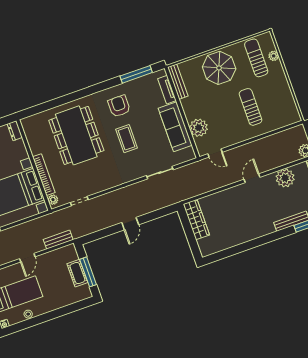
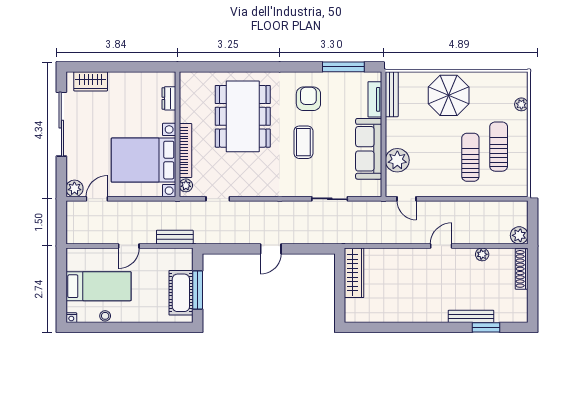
sun lounger: (256, 58) -> (499, 147), moved
dresser: (15, 131) -> (169, 98), moved
plant: (285, 178) -> (482, 254), width x0.53, depth x0.53
cot: (77, 273) -> (181, 293), width x1.37, depth x1.34

